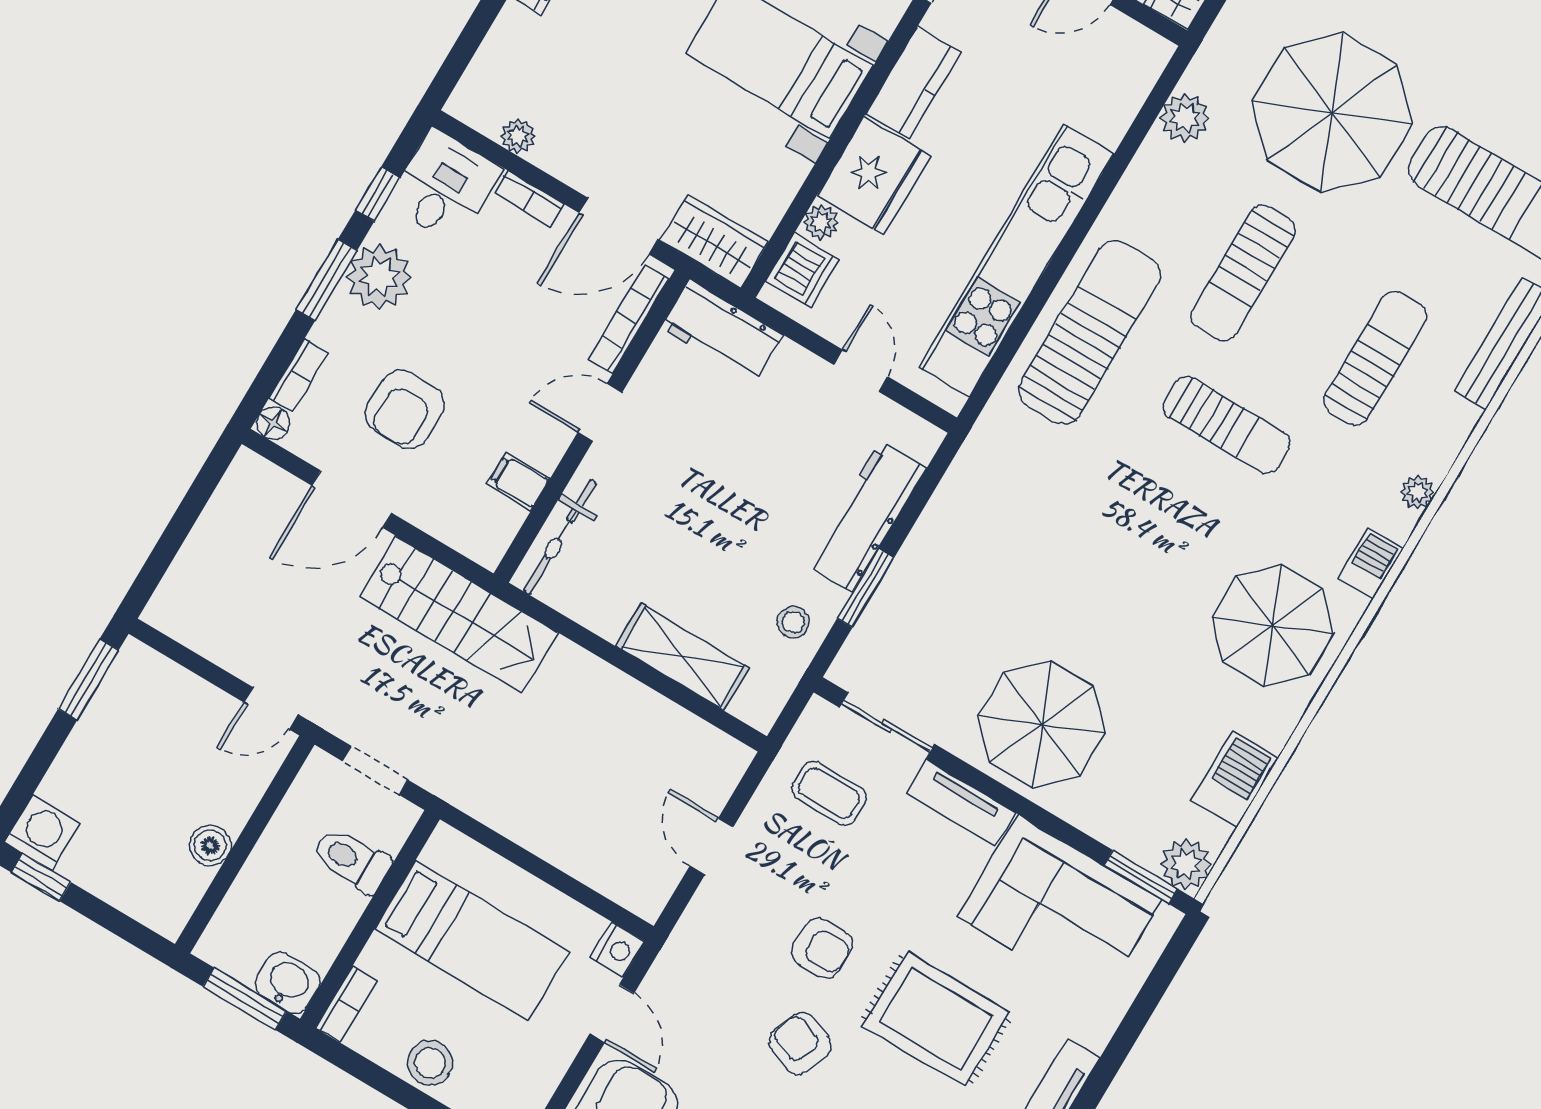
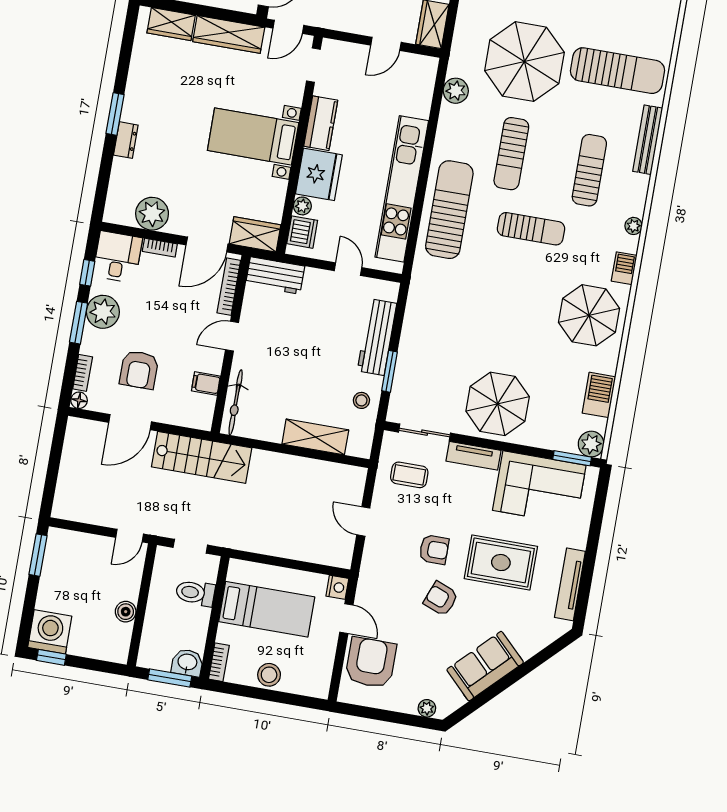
plant: (518, 136) -> (152, 214), width x1.87, depth x1.87
washing machine: (42, 833) -> (50, 632), width x1.37, depth x1.37

